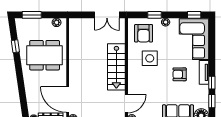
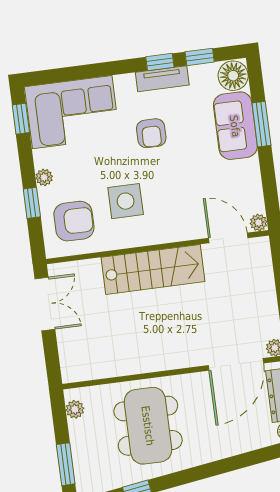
tv unit: (204, 72) -> (162, 79), moved

